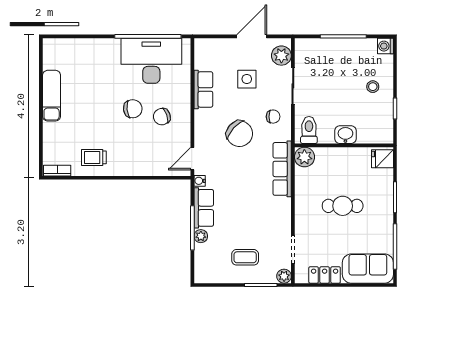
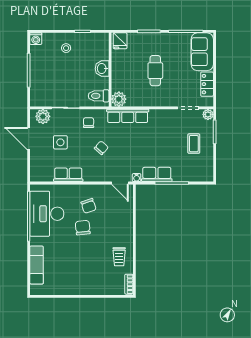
exam couch: (52, 96) -> (37, 265), moved, turned 90
chair: (240, 134) -> (101, 148), width x0.54, depth x0.54
plant: (201, 236) -> (178, 177), removed

